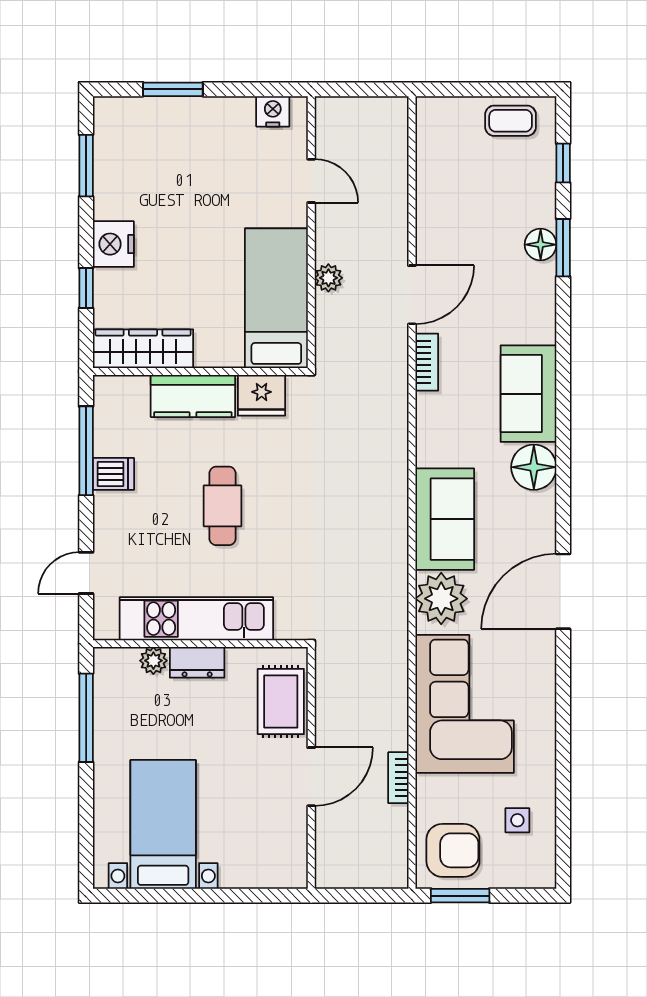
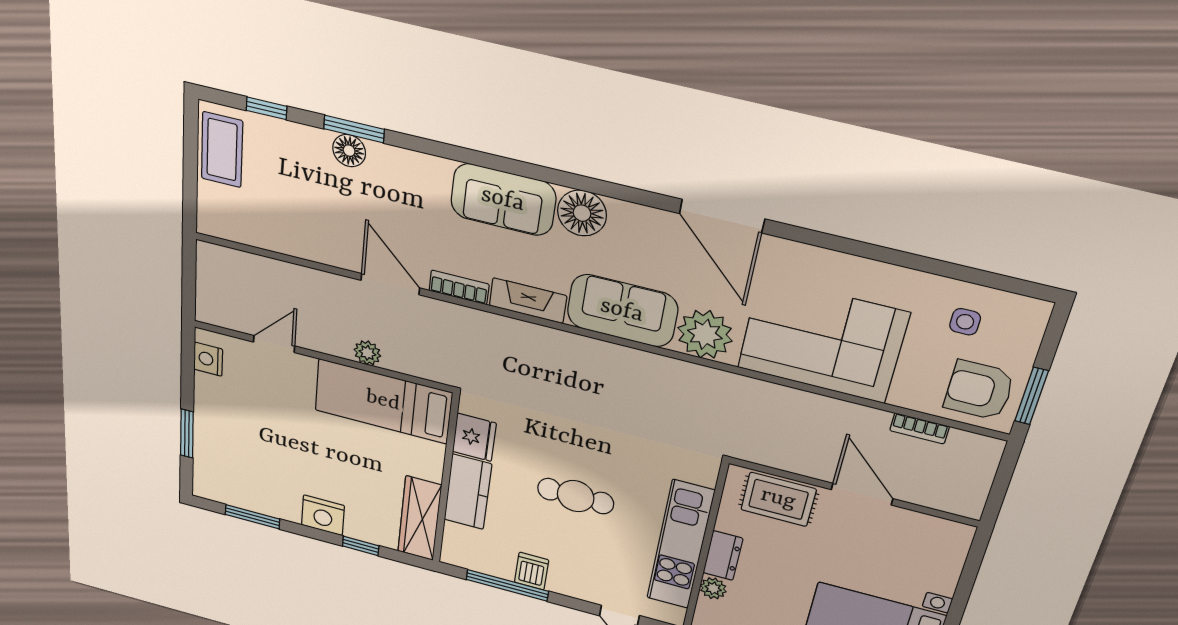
coffee table: (511, 121) -> (222, 150), width x1.36, depth x1.30
fireplace: (431, 430) -> (528, 301), added
bookcase: (398, 778) -> (919, 428), moved
armchair: (453, 850) -> (979, 390), turned -90

